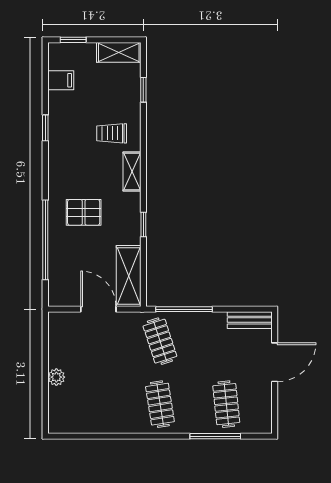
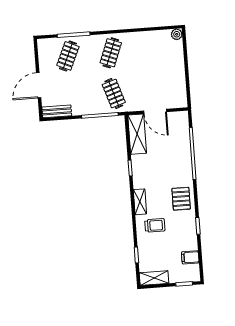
pallet: (84, 212) -> (181, 199), moved, turned 90
plant: (56, 377) -> (177, 34), moved
clothes rail: (160, 404) -> (111, 53), turned 30
clothes rail: (226, 404) -> (68, 56), turned 30

